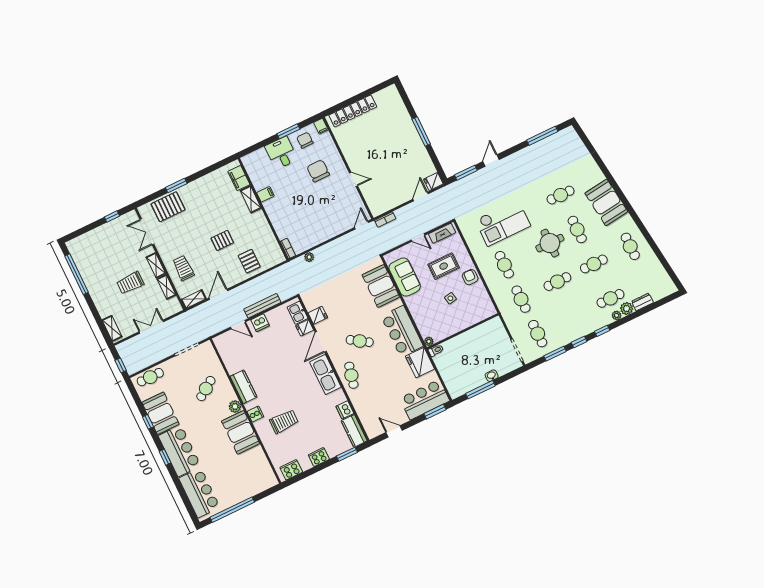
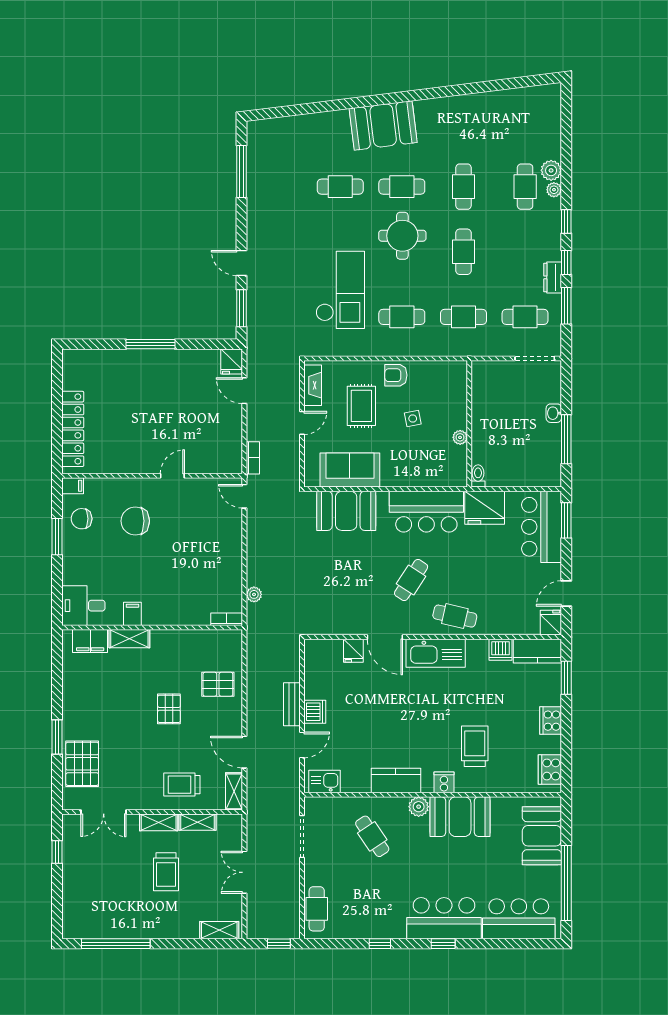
desk: (281, 153) -> (83, 606), moved
cafe table: (561, 195) -> (340, 187), turned 90
cafe table: (630, 246) -> (463, 122), removed
dresser: (642, 302) -> (553, 277), moved
bench: (262, 306) -> (292, 704), width x0.73
kitchen sink: (297, 313) -> (324, 781), moved, turned 180
fridge: (318, 315) -> (551, 623), moved
plant: (429, 341) -> (460, 437), moved
booth: (161, 413) -> (542, 836), moved, turned 90

